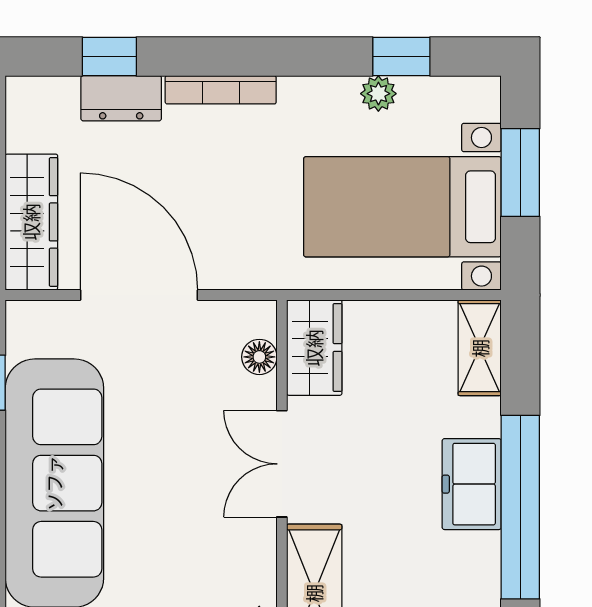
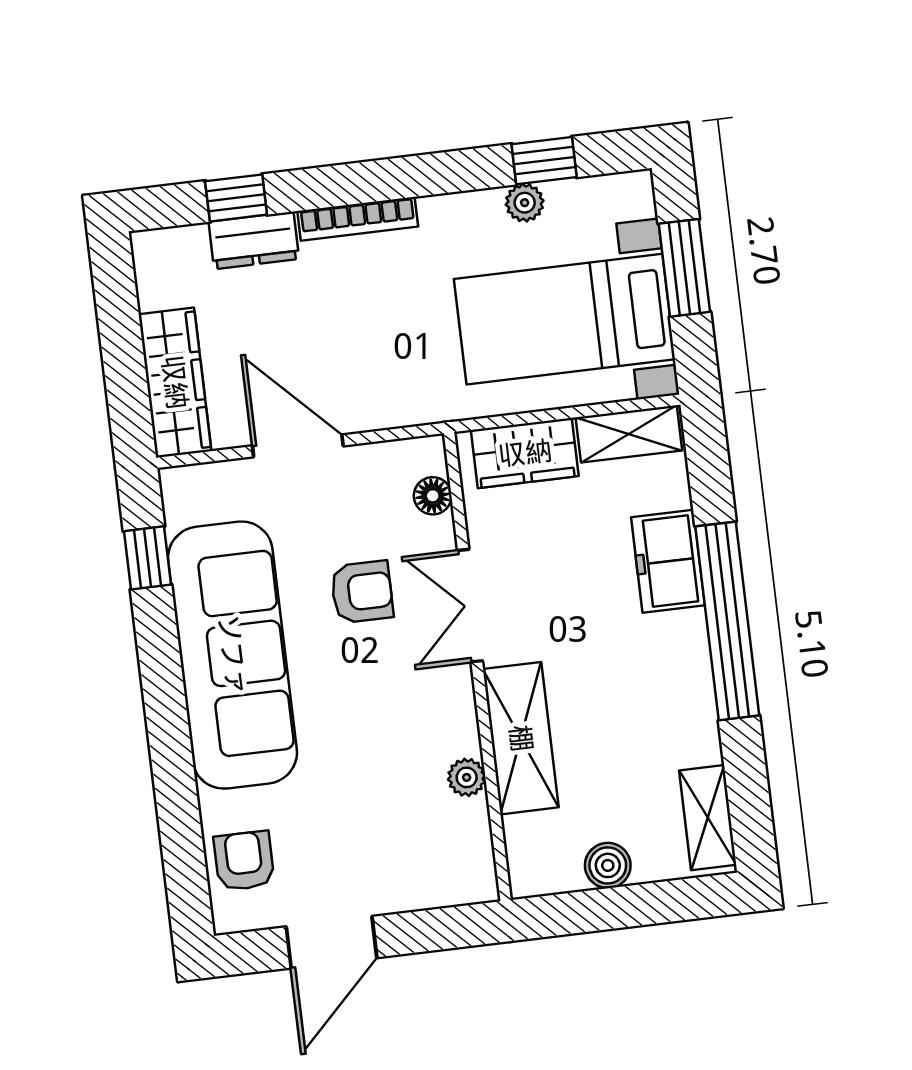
door: (139, 295) -> (298, 446), width x0.73
wardrobe: (314, 348) -> (525, 453), moved, turned 90
shelving: (480, 348) -> (629, 434), moved, turned 90
armchair: (182, 439) -> (362, 592), added
freezer: (472, 484) -> (668, 561), moved

